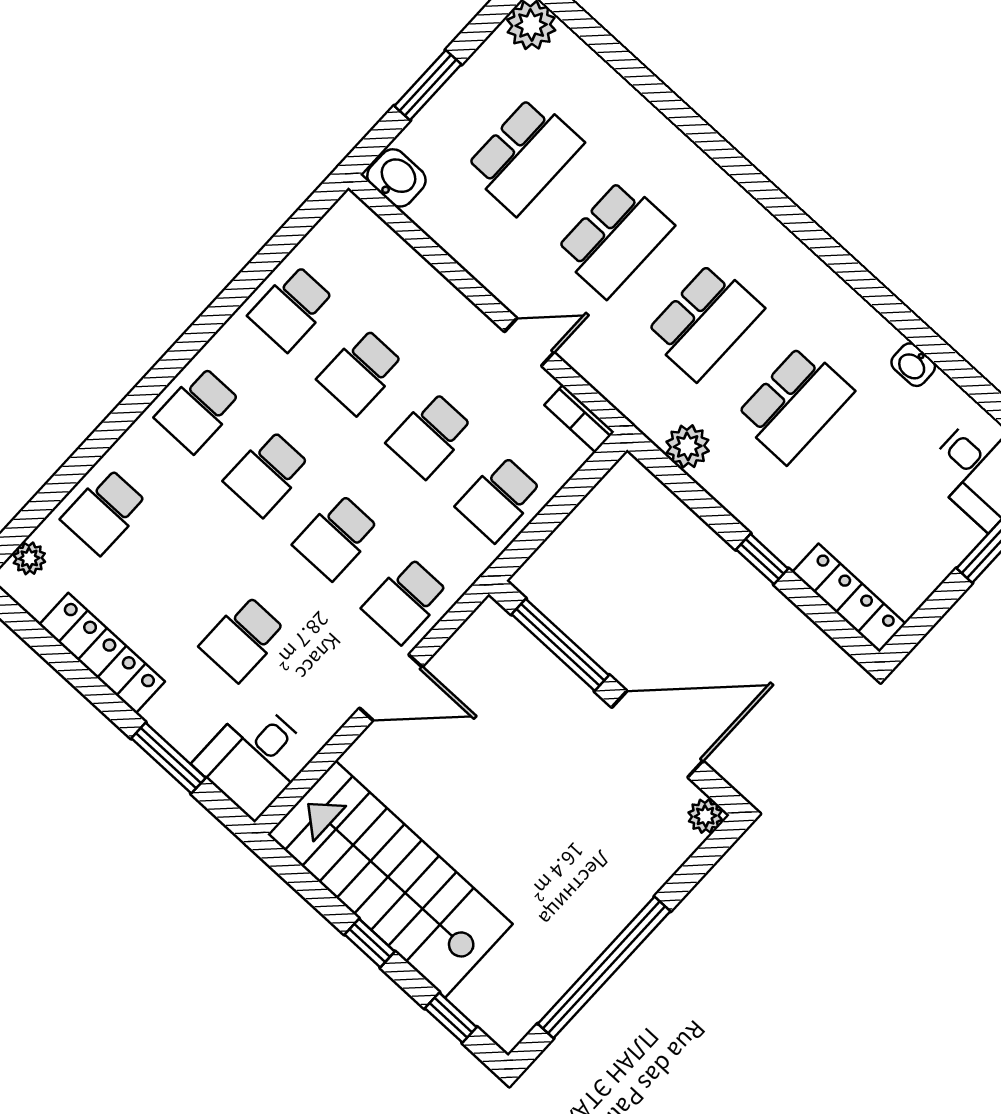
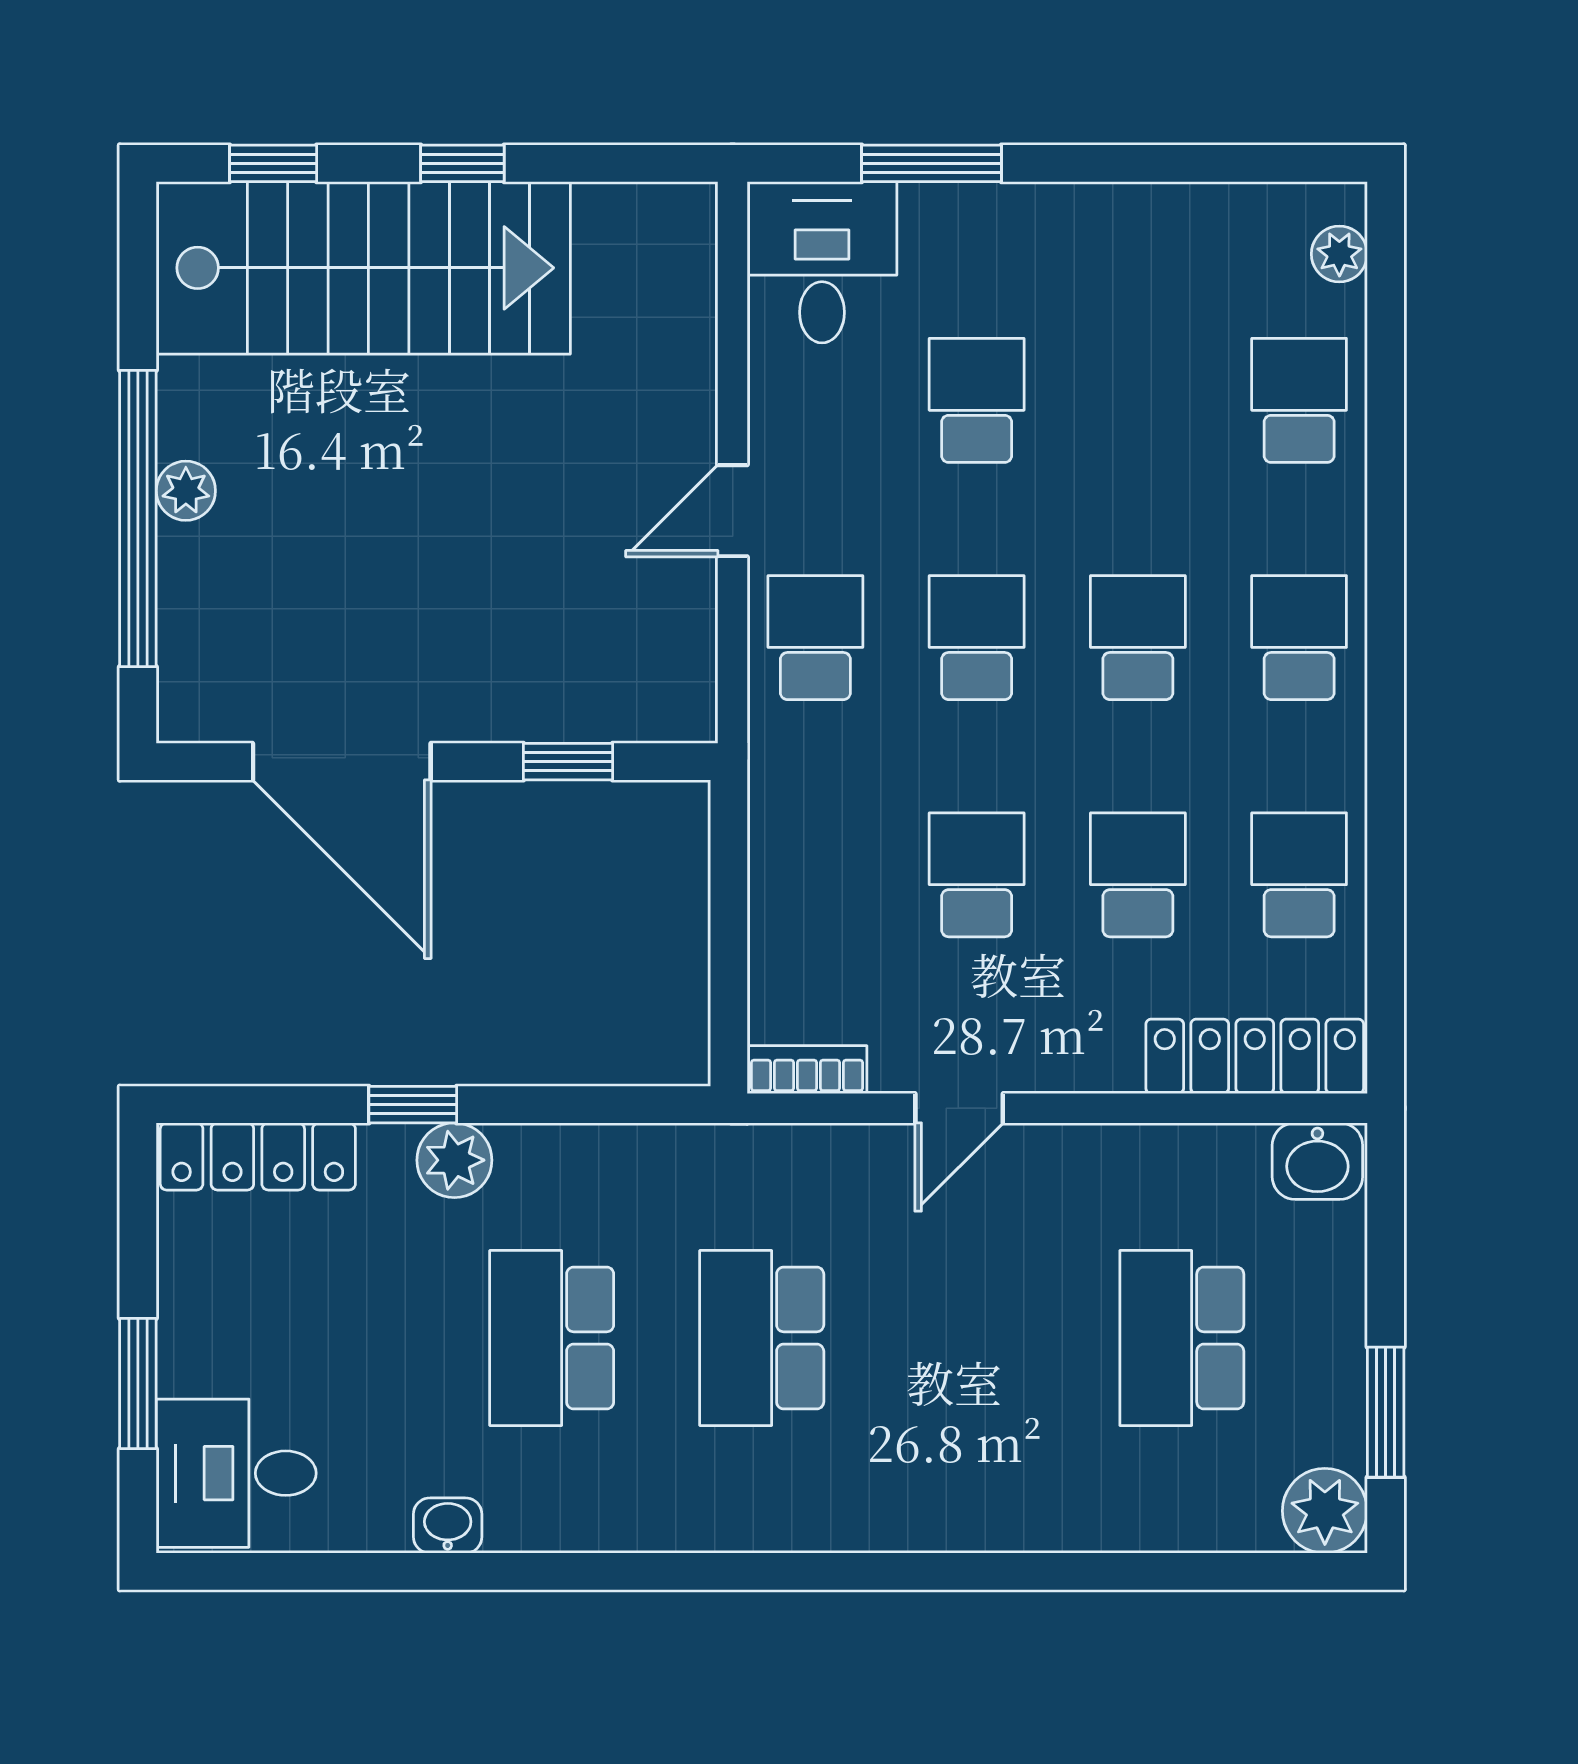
window: (428, 85) -> (1386, 1412), moved
school desk: (614, 238) -> (972, 1338), removed
plant: (688, 446) -> (454, 1160), moved
school desk: (499, 499) -> (815, 875), removed
window: (560, 645) -> (568, 762), width x0.46
locker: (102, 653) -> (1255, 1056), moved, turned 180
door: (391, 687) -> (733, 511), width x0.73
door: (657, 734) -> (342, 762), hinge flipped
plant: (705, 816) -> (186, 491), moved
stairs: (390, 879) -> (363, 268), moved
window: (604, 967) -> (138, 519), moved

